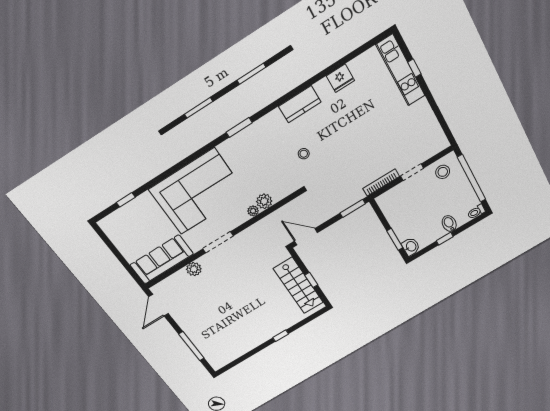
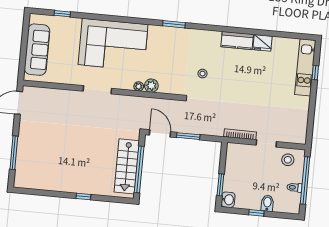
kitchen counter: (300, 104) -> (237, 41), moved
window: (353, 208) -> (188, 136), moved
toilet: (476, 212) -> (294, 187), moved
sofa: (162, 259) -> (37, 50), moved, turned 90
plant: (194, 269) -> (65, 96), removed
window: (311, 280) -> (139, 169), width x3.17

